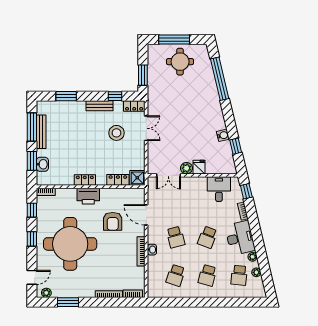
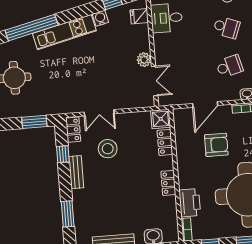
kitchen unit: (214, 105) -> (64, 32), added
double door: (146, 128) -> (99, 113), swing flipped
fridge: (199, 167) -> (139, 16), moved
printer: (88, 196) -> (190, 203), moved

